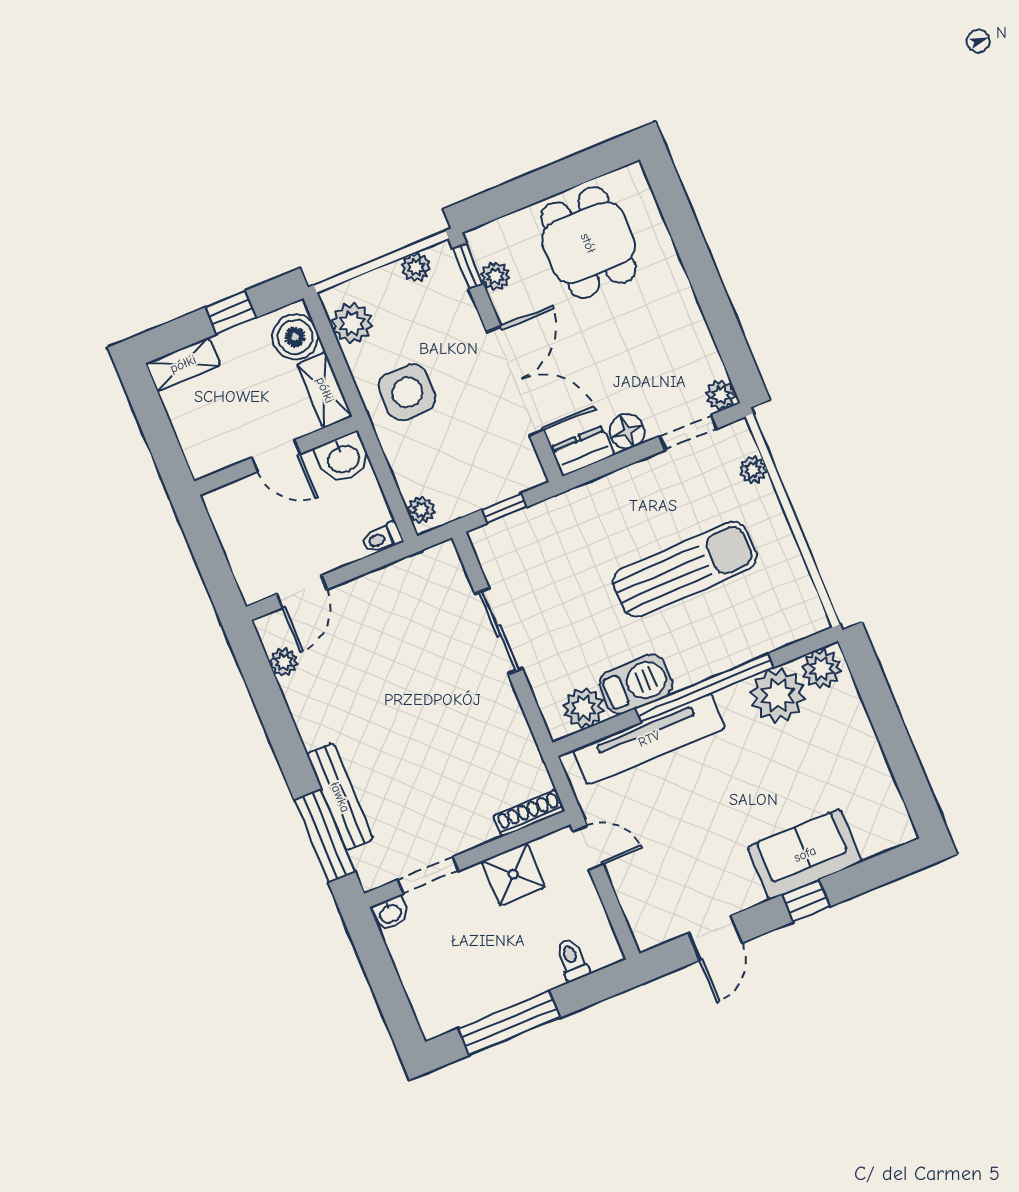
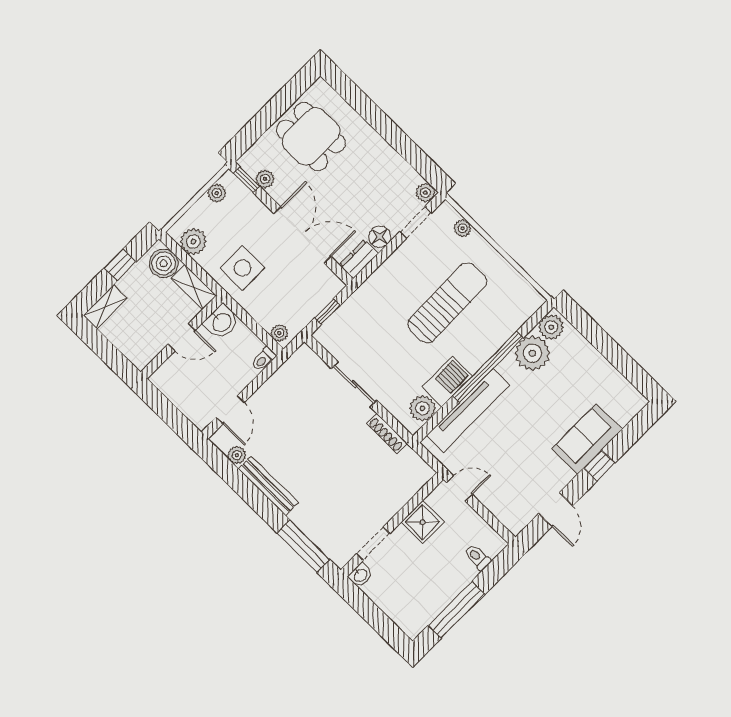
bench: (340, 797) -> (268, 486), moved
shoe rack: (529, 813) -> (387, 433), moved, turned -90

